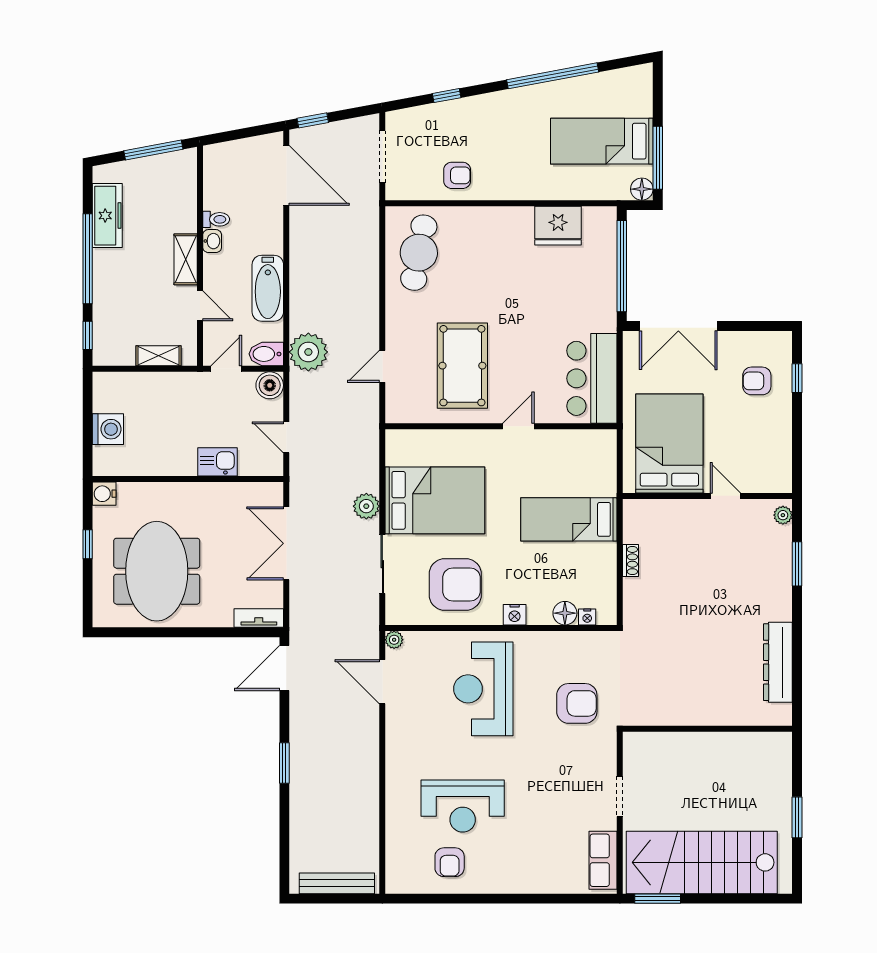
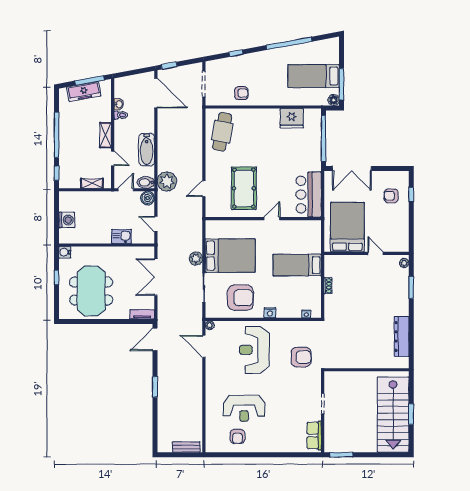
freezer: (107, 216) -> (84, 91), moved, turned 79
washbasin: (212, 241) -> (119, 104), moved
floor lamp: (565, 613) -> (295, 312), removed
stairs: (702, 862) -> (393, 415), moved, turned -90
bench: (337, 883) -> (186, 447), width x0.73

